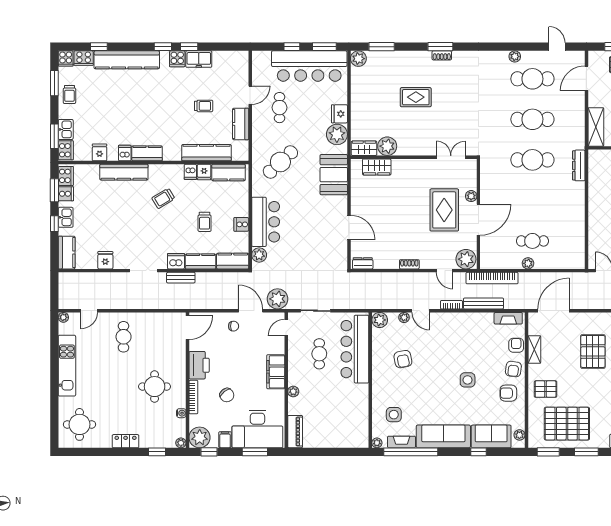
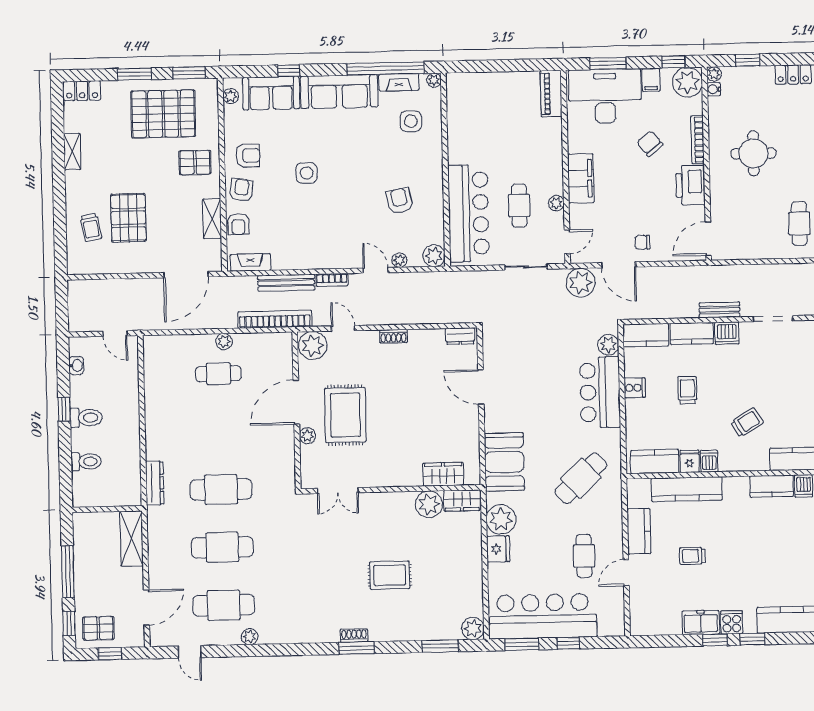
plant: (293, 392) -> (556, 203), moved
water cooler: (181, 413) -> (714, 89), moved

